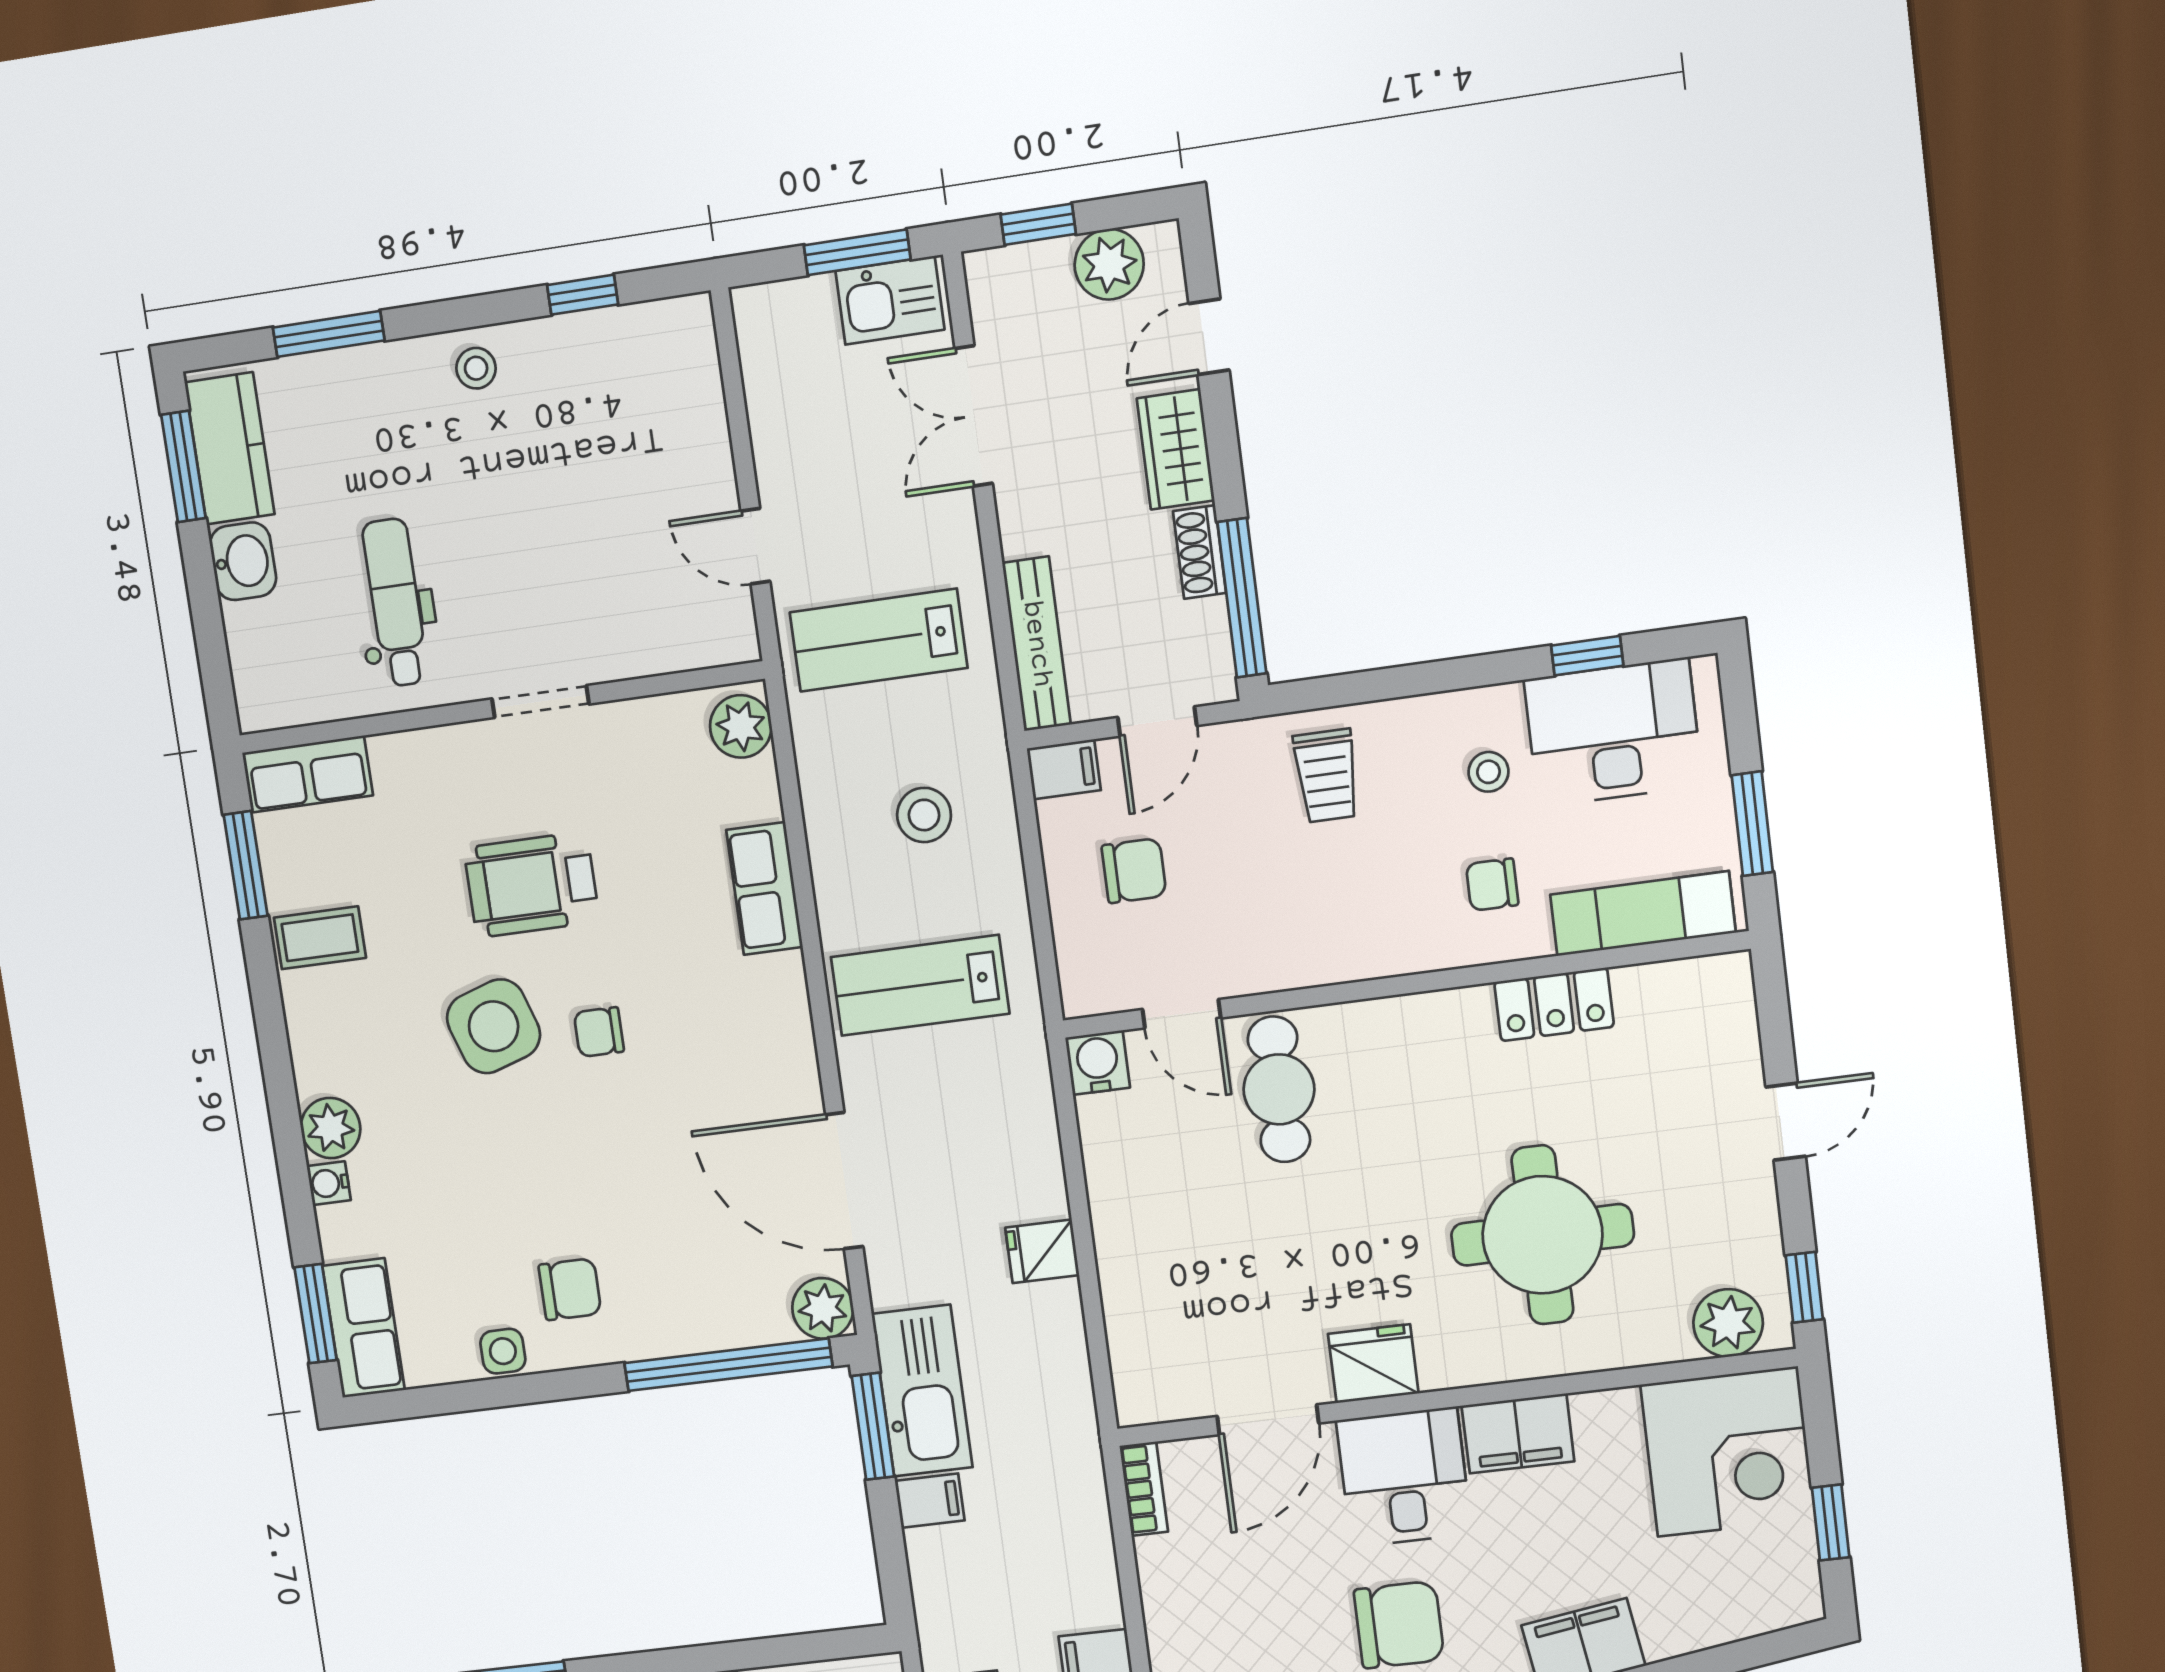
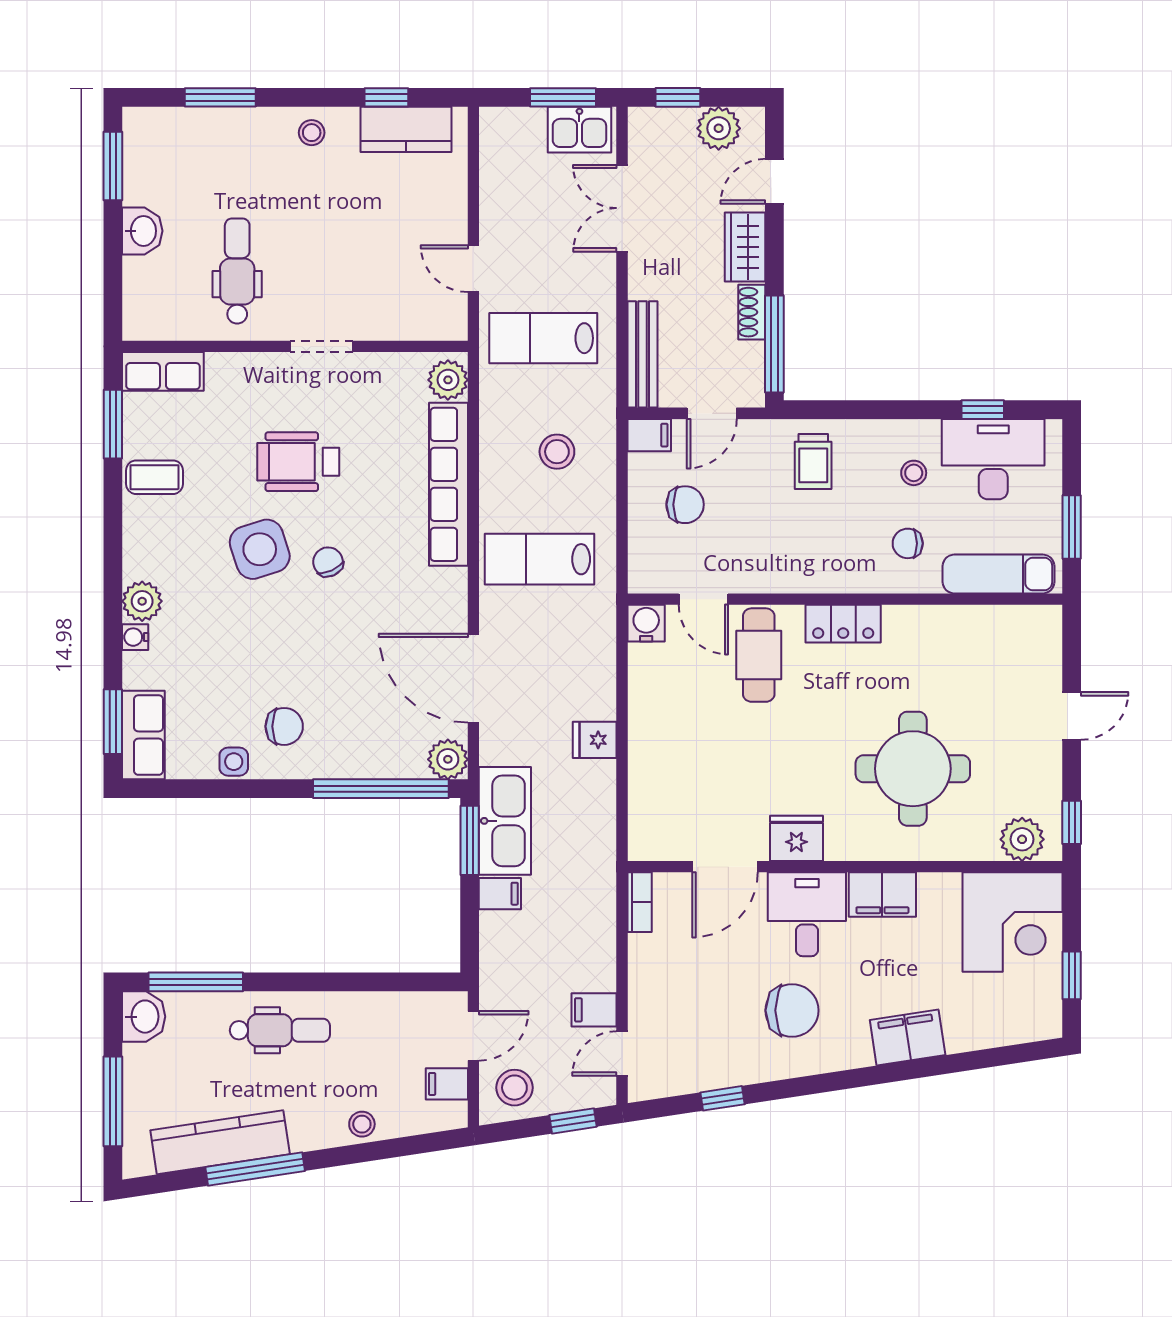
kitchen counter: (230, 448) -> (406, 129), moved, turned 90
row of seats: (764, 888) -> (448, 484), width x2.02
locker: (1554, 1004) -> (843, 624), moved
chair: (599, 1032) -> (328, 562), turned 66

